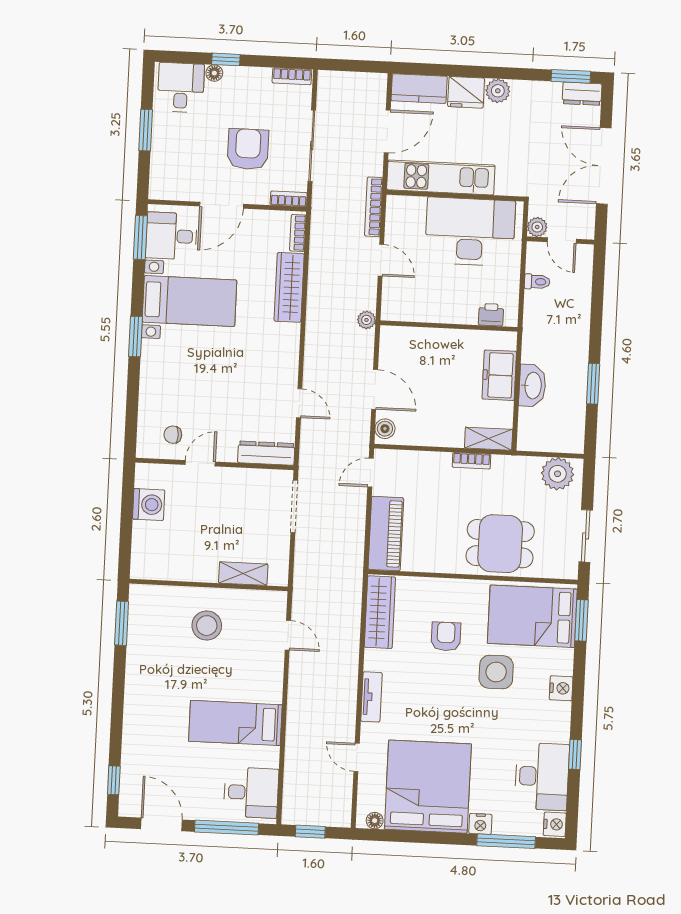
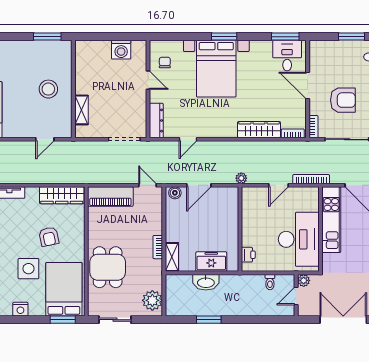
bed with nightstands: (189, 301) -> (216, 69), moved, width x1.36
armchair: (446, 636) -> (49, 237), turned 78

